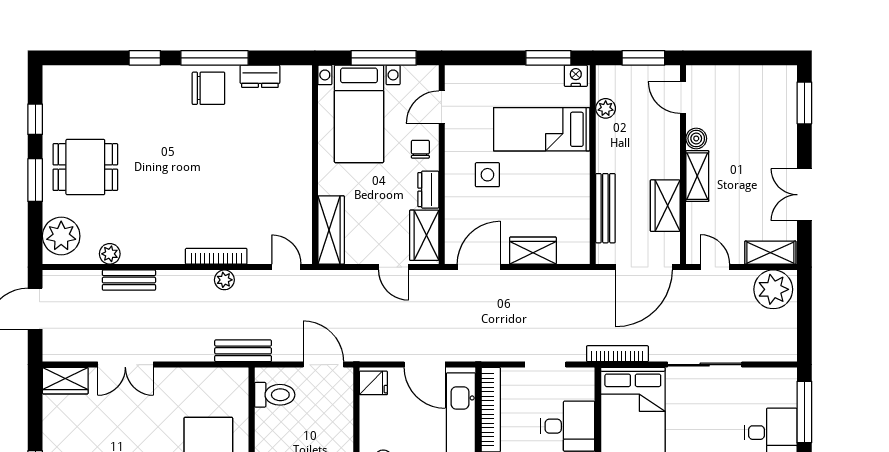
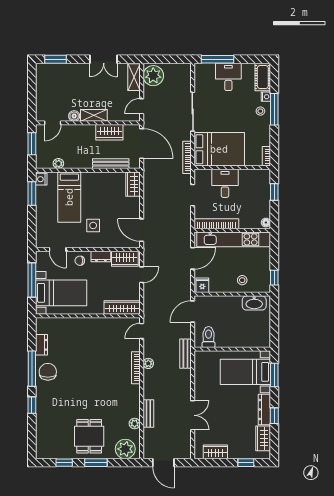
wardrobe: (533, 251) -> (133, 184), moved
wardrobe: (65, 381) -> (215, 452), moved, turned -90

